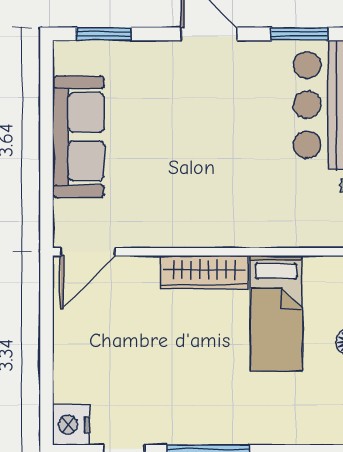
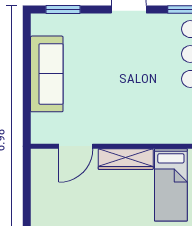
door: (88, 252) -> (76, 146), moved

